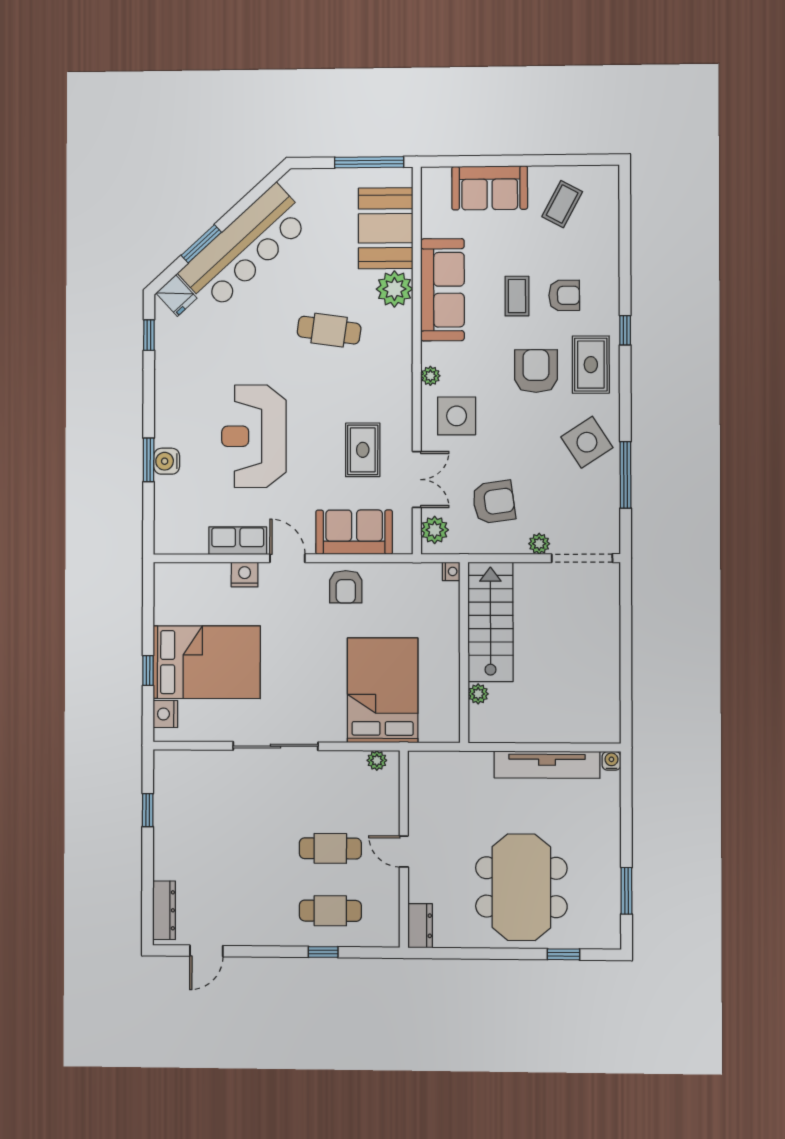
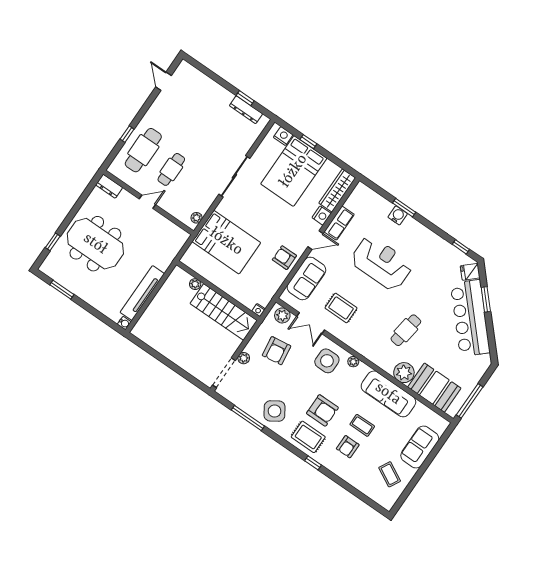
wardrobe: (191, 577) -> (337, 191), added
dresser: (164, 910) -> (246, 110), moved
cafe table: (330, 911) -> (143, 150), width x1.37, depth x1.35

